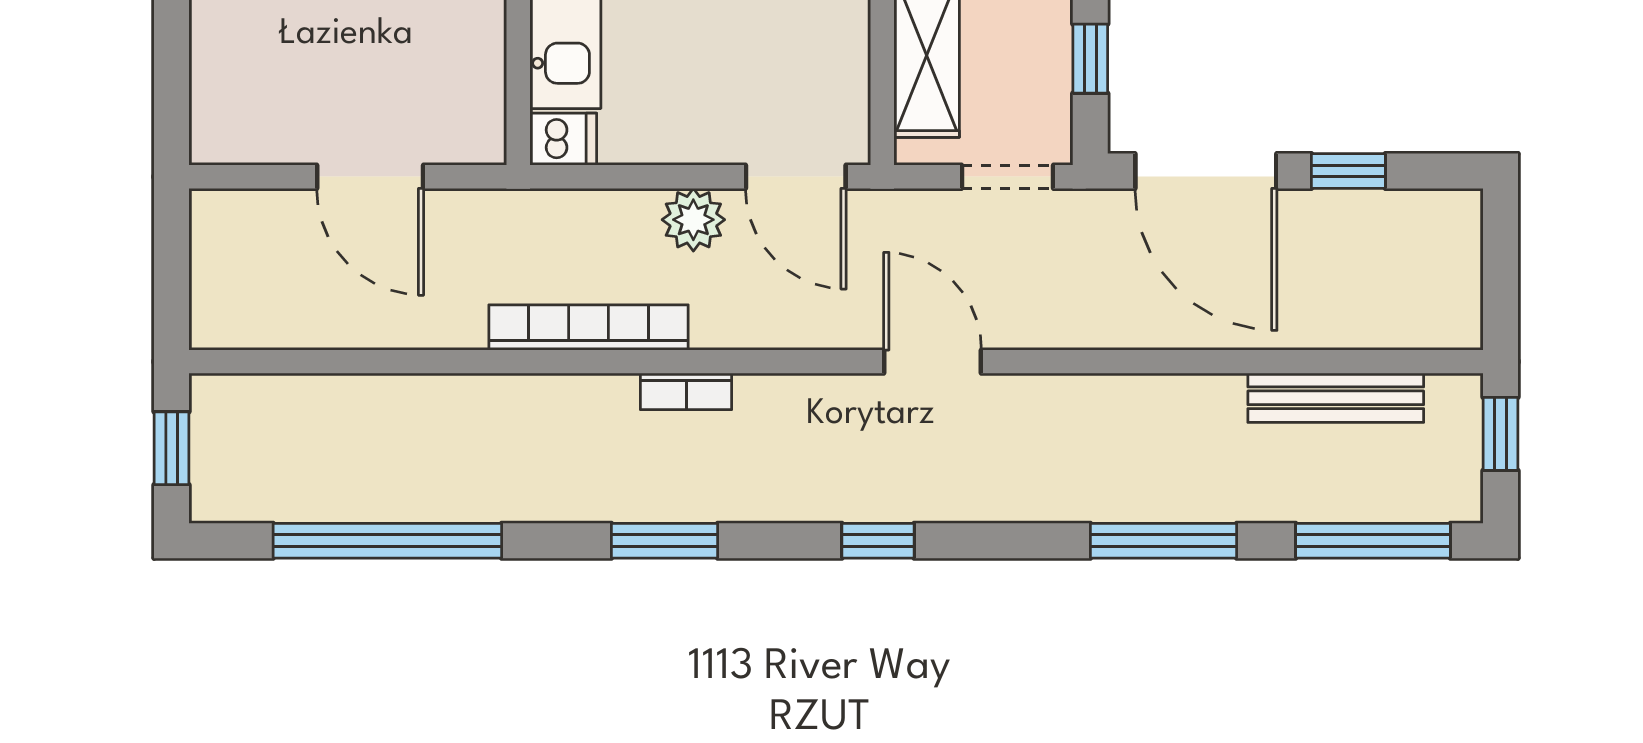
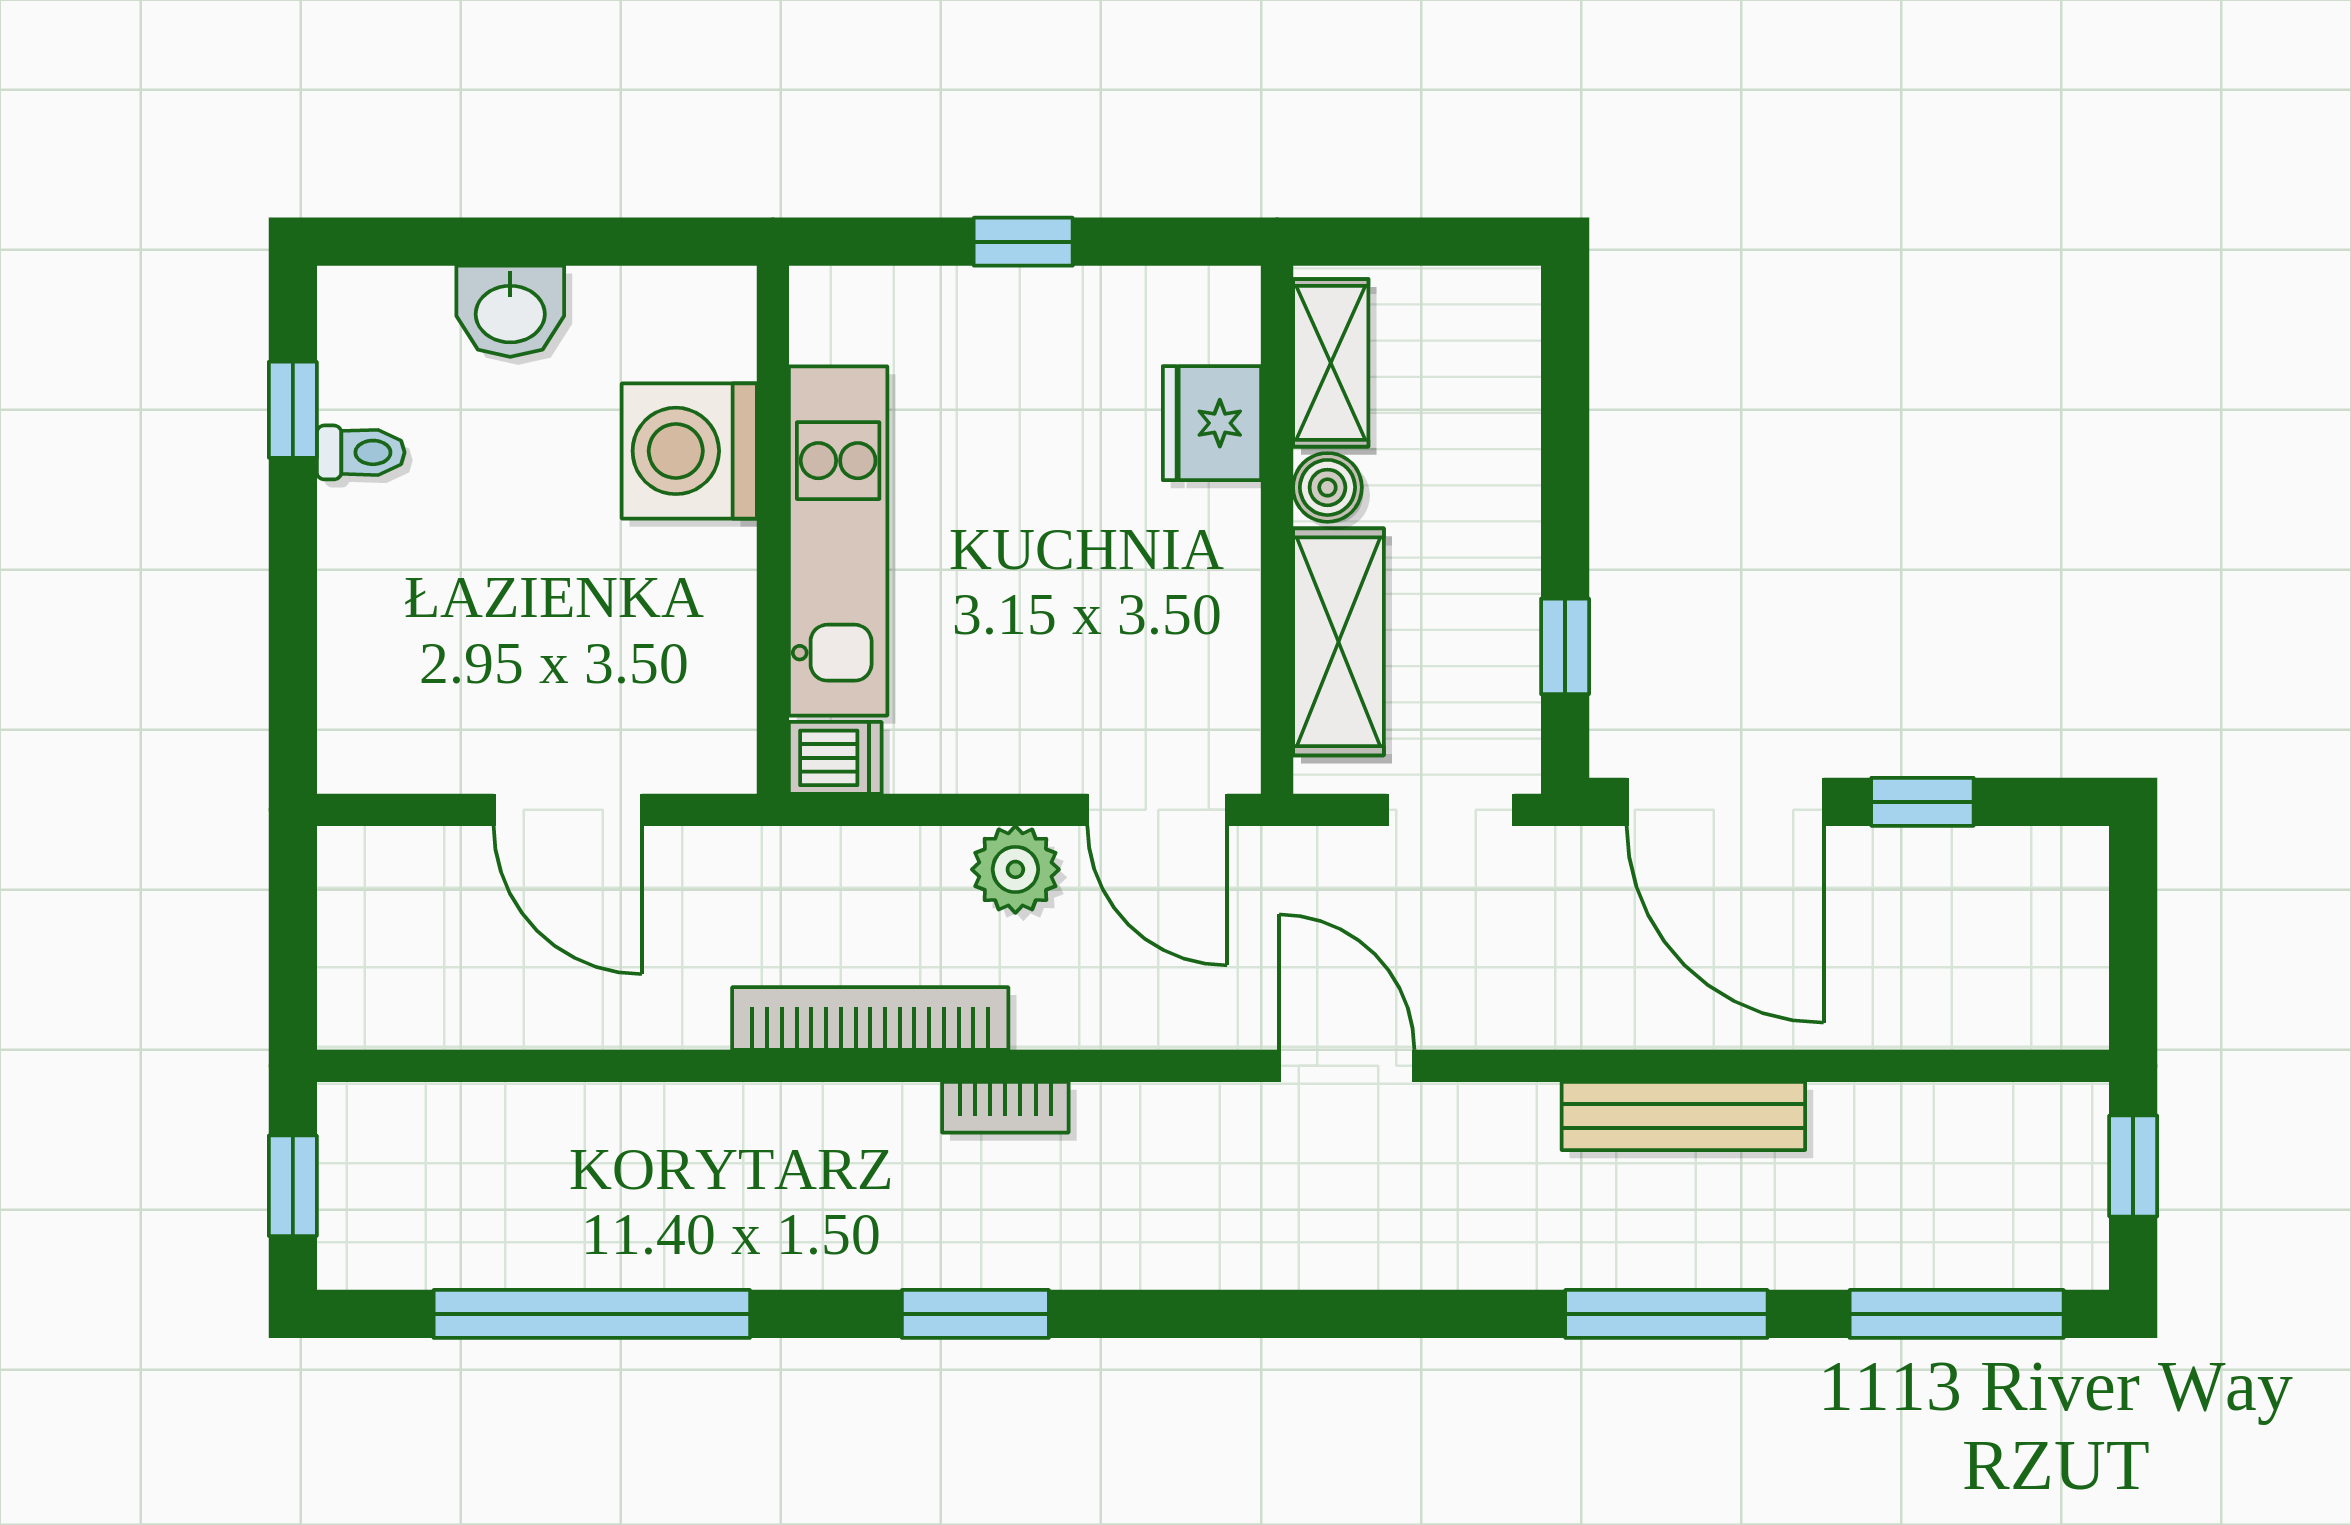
bench: (1336, 398) -> (1683, 1116), moved
window: (878, 541) -> (1271, 1314), removed

